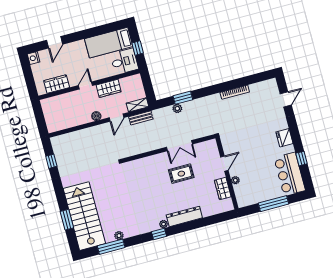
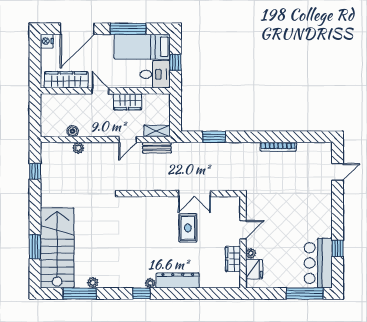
window: (94, 32) -> (128, 29), added
door: (55, 42) -> (77, 29), width x1.87
wardrobe: (57, 84) -> (66, 80), width x1.50
door: (85, 86) -> (100, 91), hinge flipped
plant: (177, 108) -> (78, 148), moved
boiler: (96, 116) -> (73, 131), moved
fridge: (284, 138) -> (254, 269), moved, turned 180
rug: (181, 174) -> (188, 228), turned 90
window: (274, 204) -> (305, 293), moved

